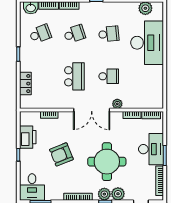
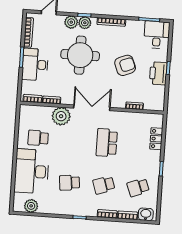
school desk: (109, 76) -> (38, 138), moved
plant: (117, 104) -> (61, 116), width x1.88, depth x1.88
printer: (28, 137) -> (158, 73), moved

